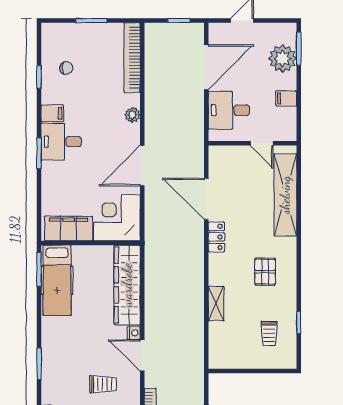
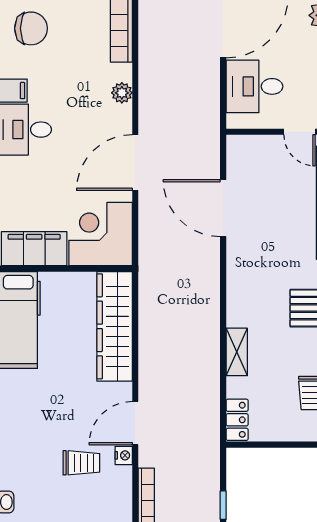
chair: (66, 68) -> (31, 28), width x1.87, depth x1.87
locker: (216, 237) -> (237, 420), moved
nightstand: (134, 333) -> (124, 455), moved
door: (142, 355) -> (135, 423), hinge flipped

